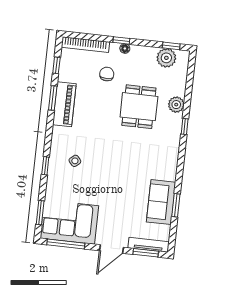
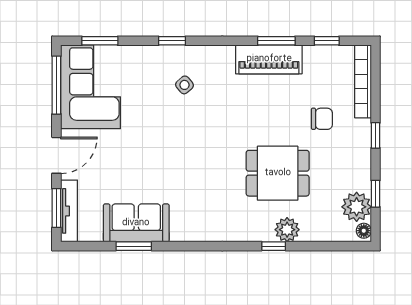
window: (171, 46) -> (375, 194), moved
floor lamp: (125, 49) -> (364, 231), moved
window: (185, 126) -> (274, 246), moved
door: (111, 249) -> (56, 155), swing flipped

